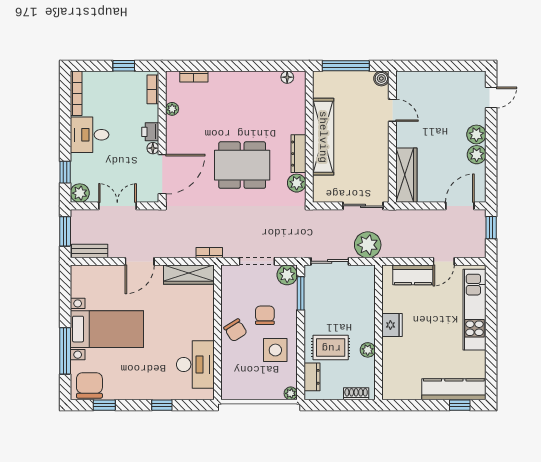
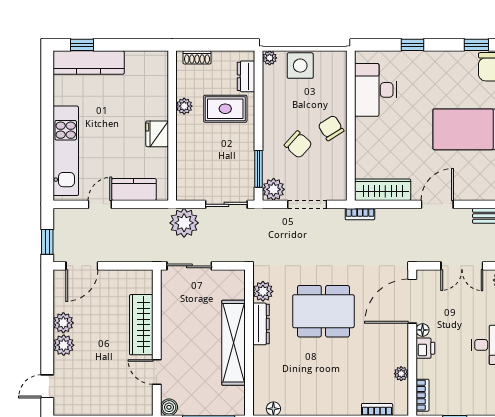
wardrobe: (406, 175) -> (141, 325), moved
chair: (265, 315) -> (298, 145), turned -48
side table: (275, 350) -> (300, 66), moved

